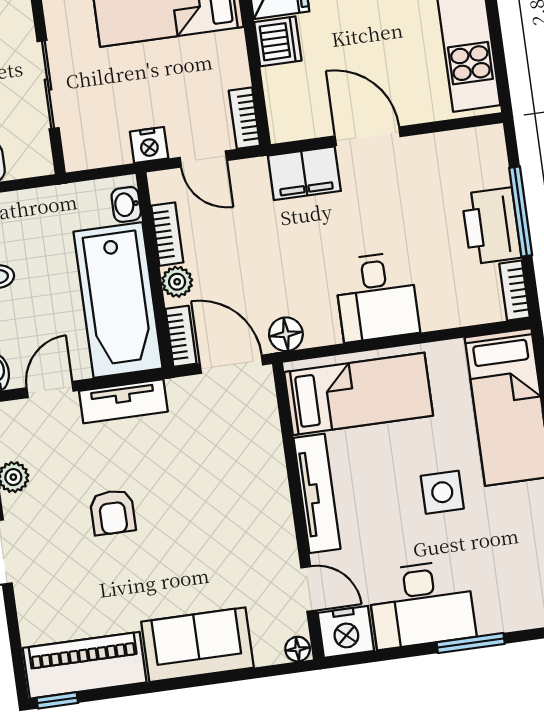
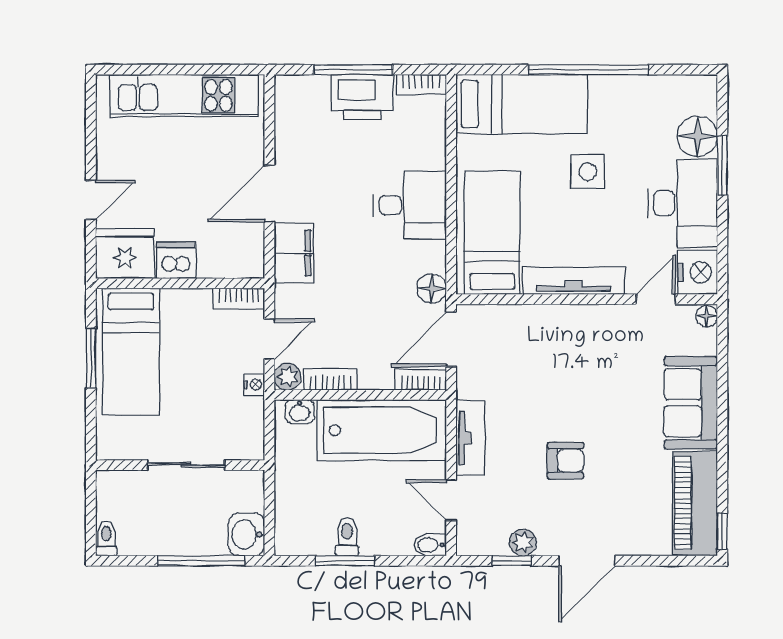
nightstand: (149, 145) -> (254, 385), width x0.72, depth x0.74
plant: (177, 282) -> (288, 377), moved
floor lamp: (499, 610) -> (697, 136), added

